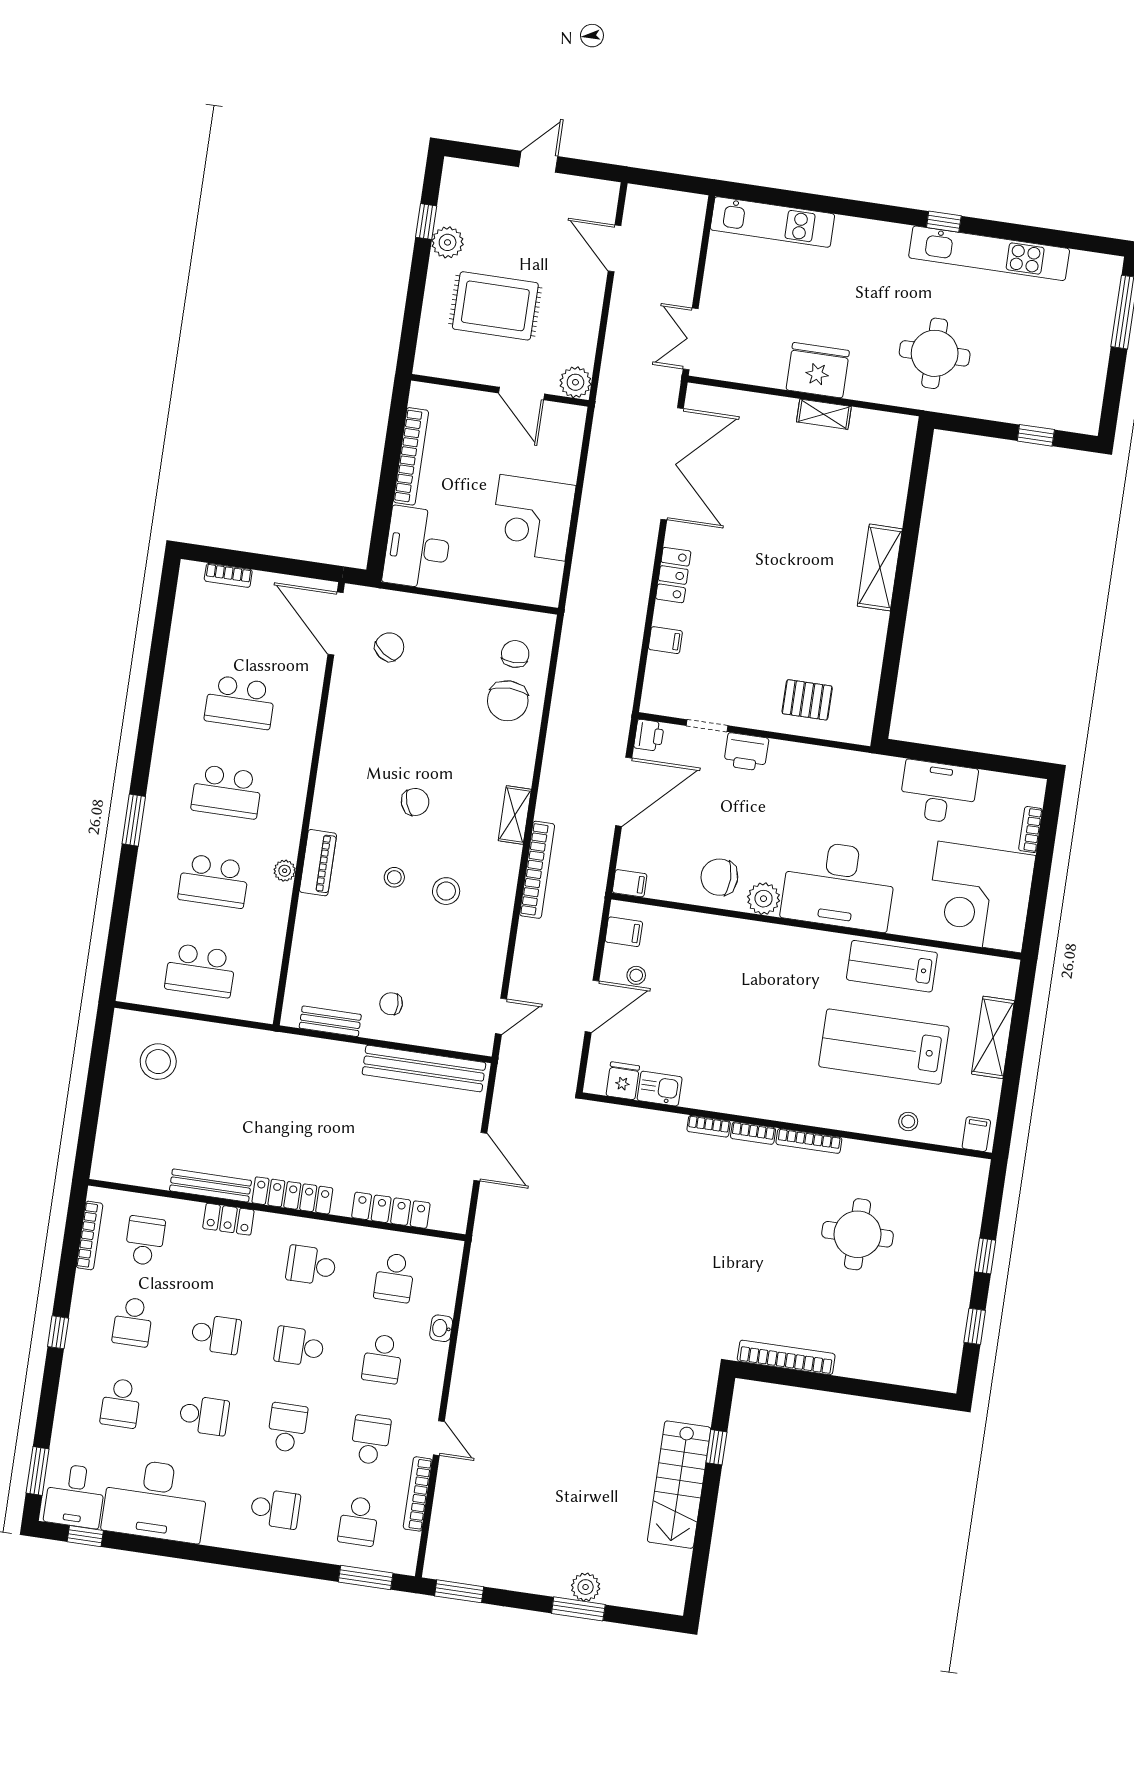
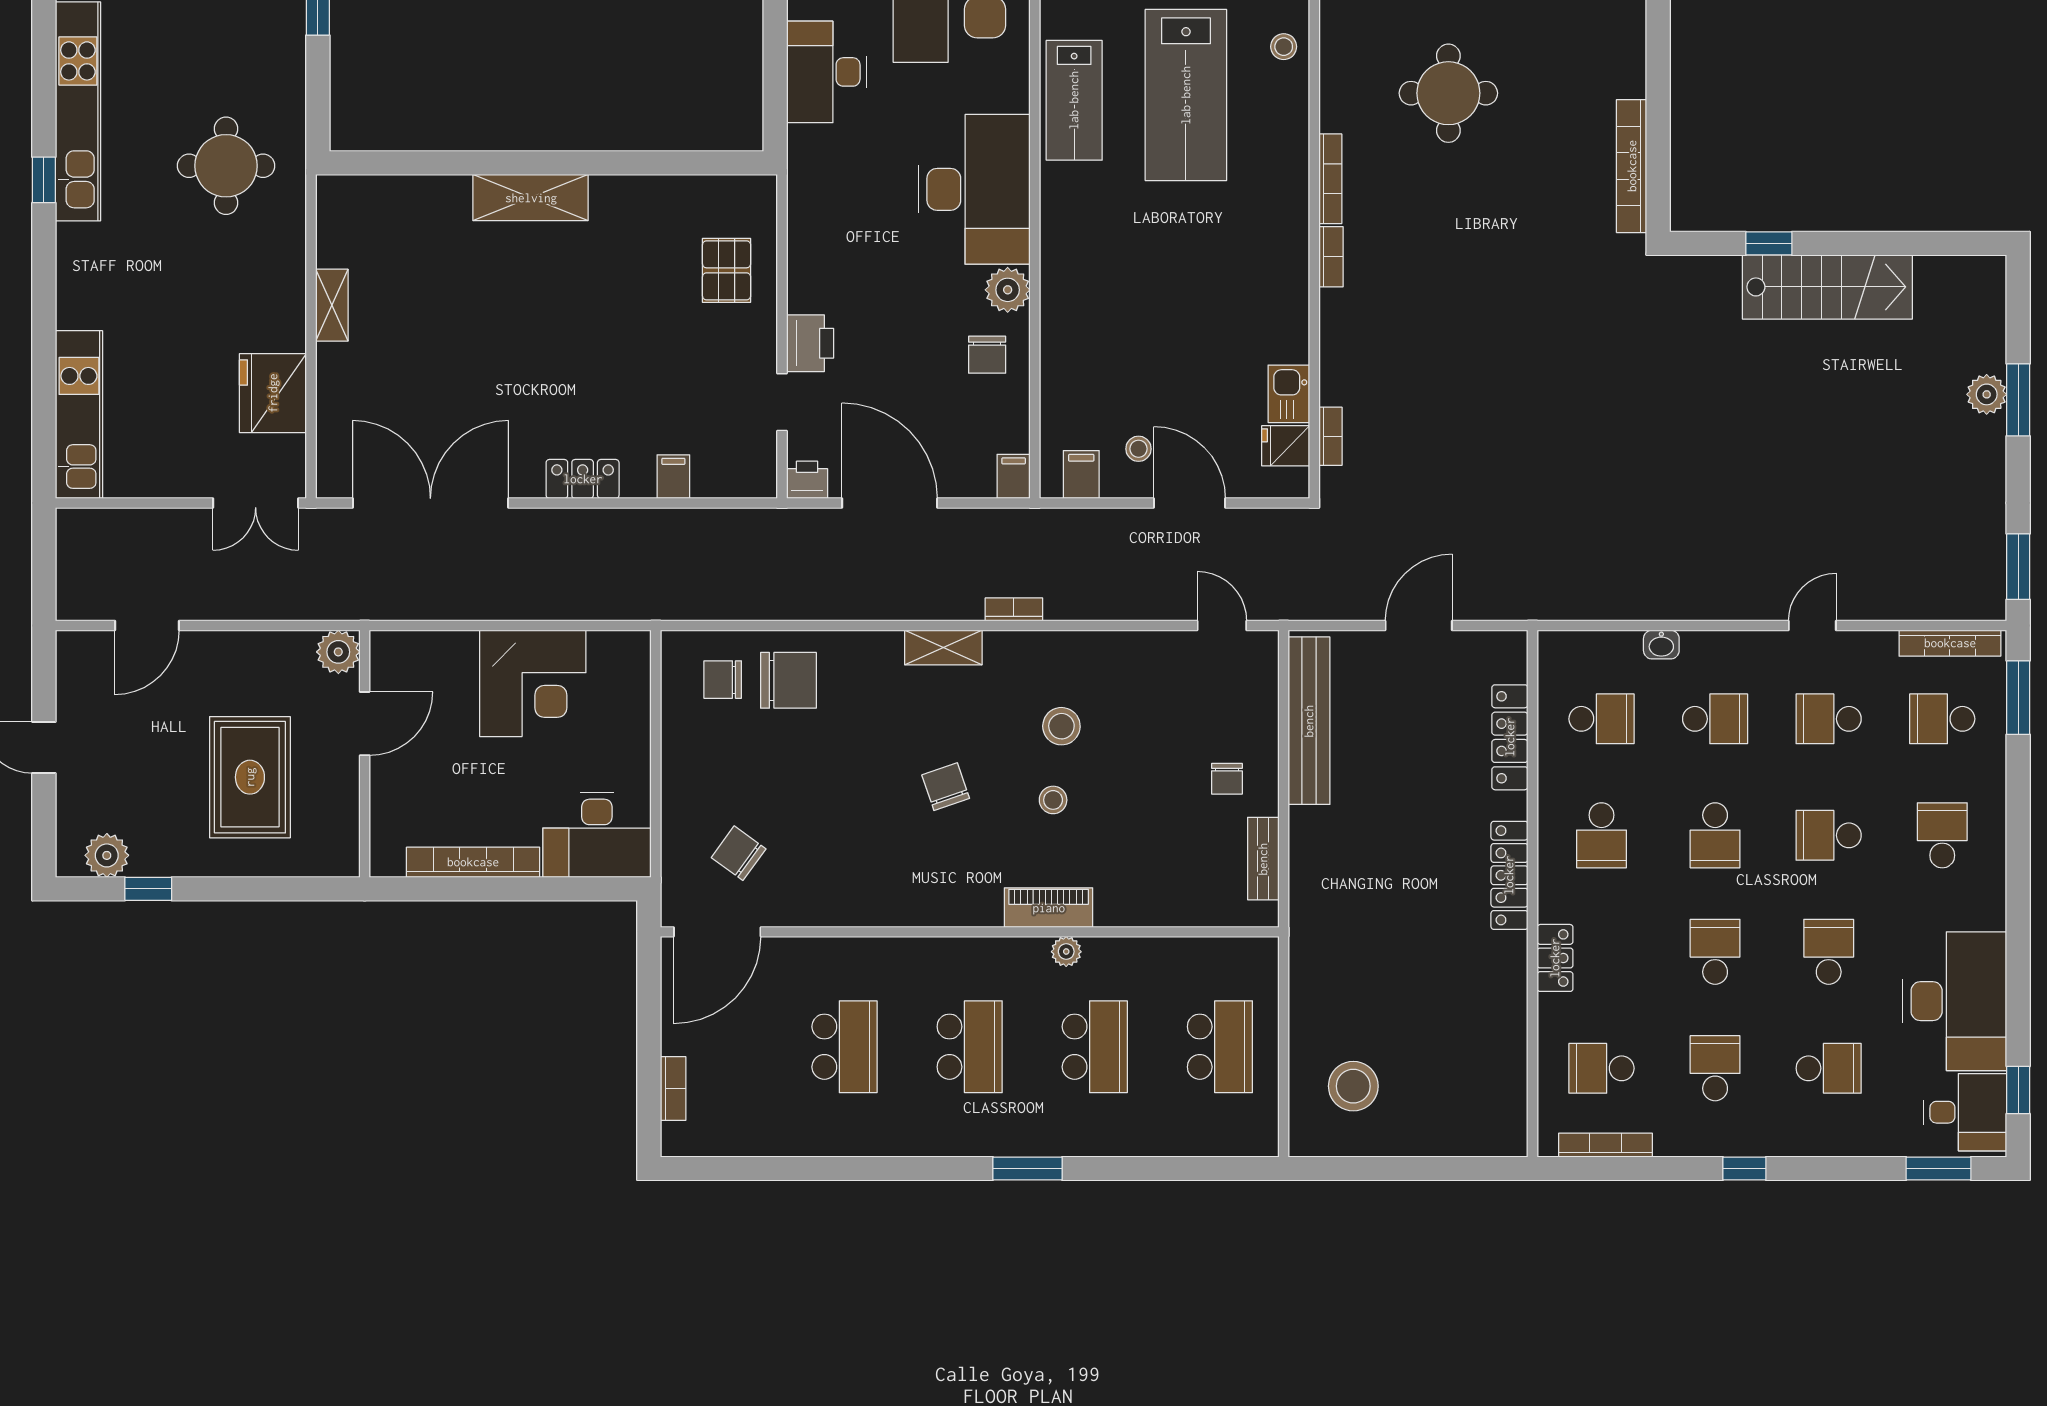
plant: (448, 242) -> (107, 855), moved
fridge: (818, 370) -> (273, 393), moved
bookcase: (537, 870) -> (1014, 609), width x0.43, depth x0.76
chair: (719, 877) -> (987, 355), width x0.73, depth x0.73
bookcase: (709, 1126) -> (1330, 436), moved
bench: (210, 1186) -> (1512, 989), removed
school desk: (133, 1322) -> (1715, 1068), turned -90
bookcase: (418, 1494) -> (1950, 643), moved
school desk: (358, 1521) -> (1942, 719), turned 180

